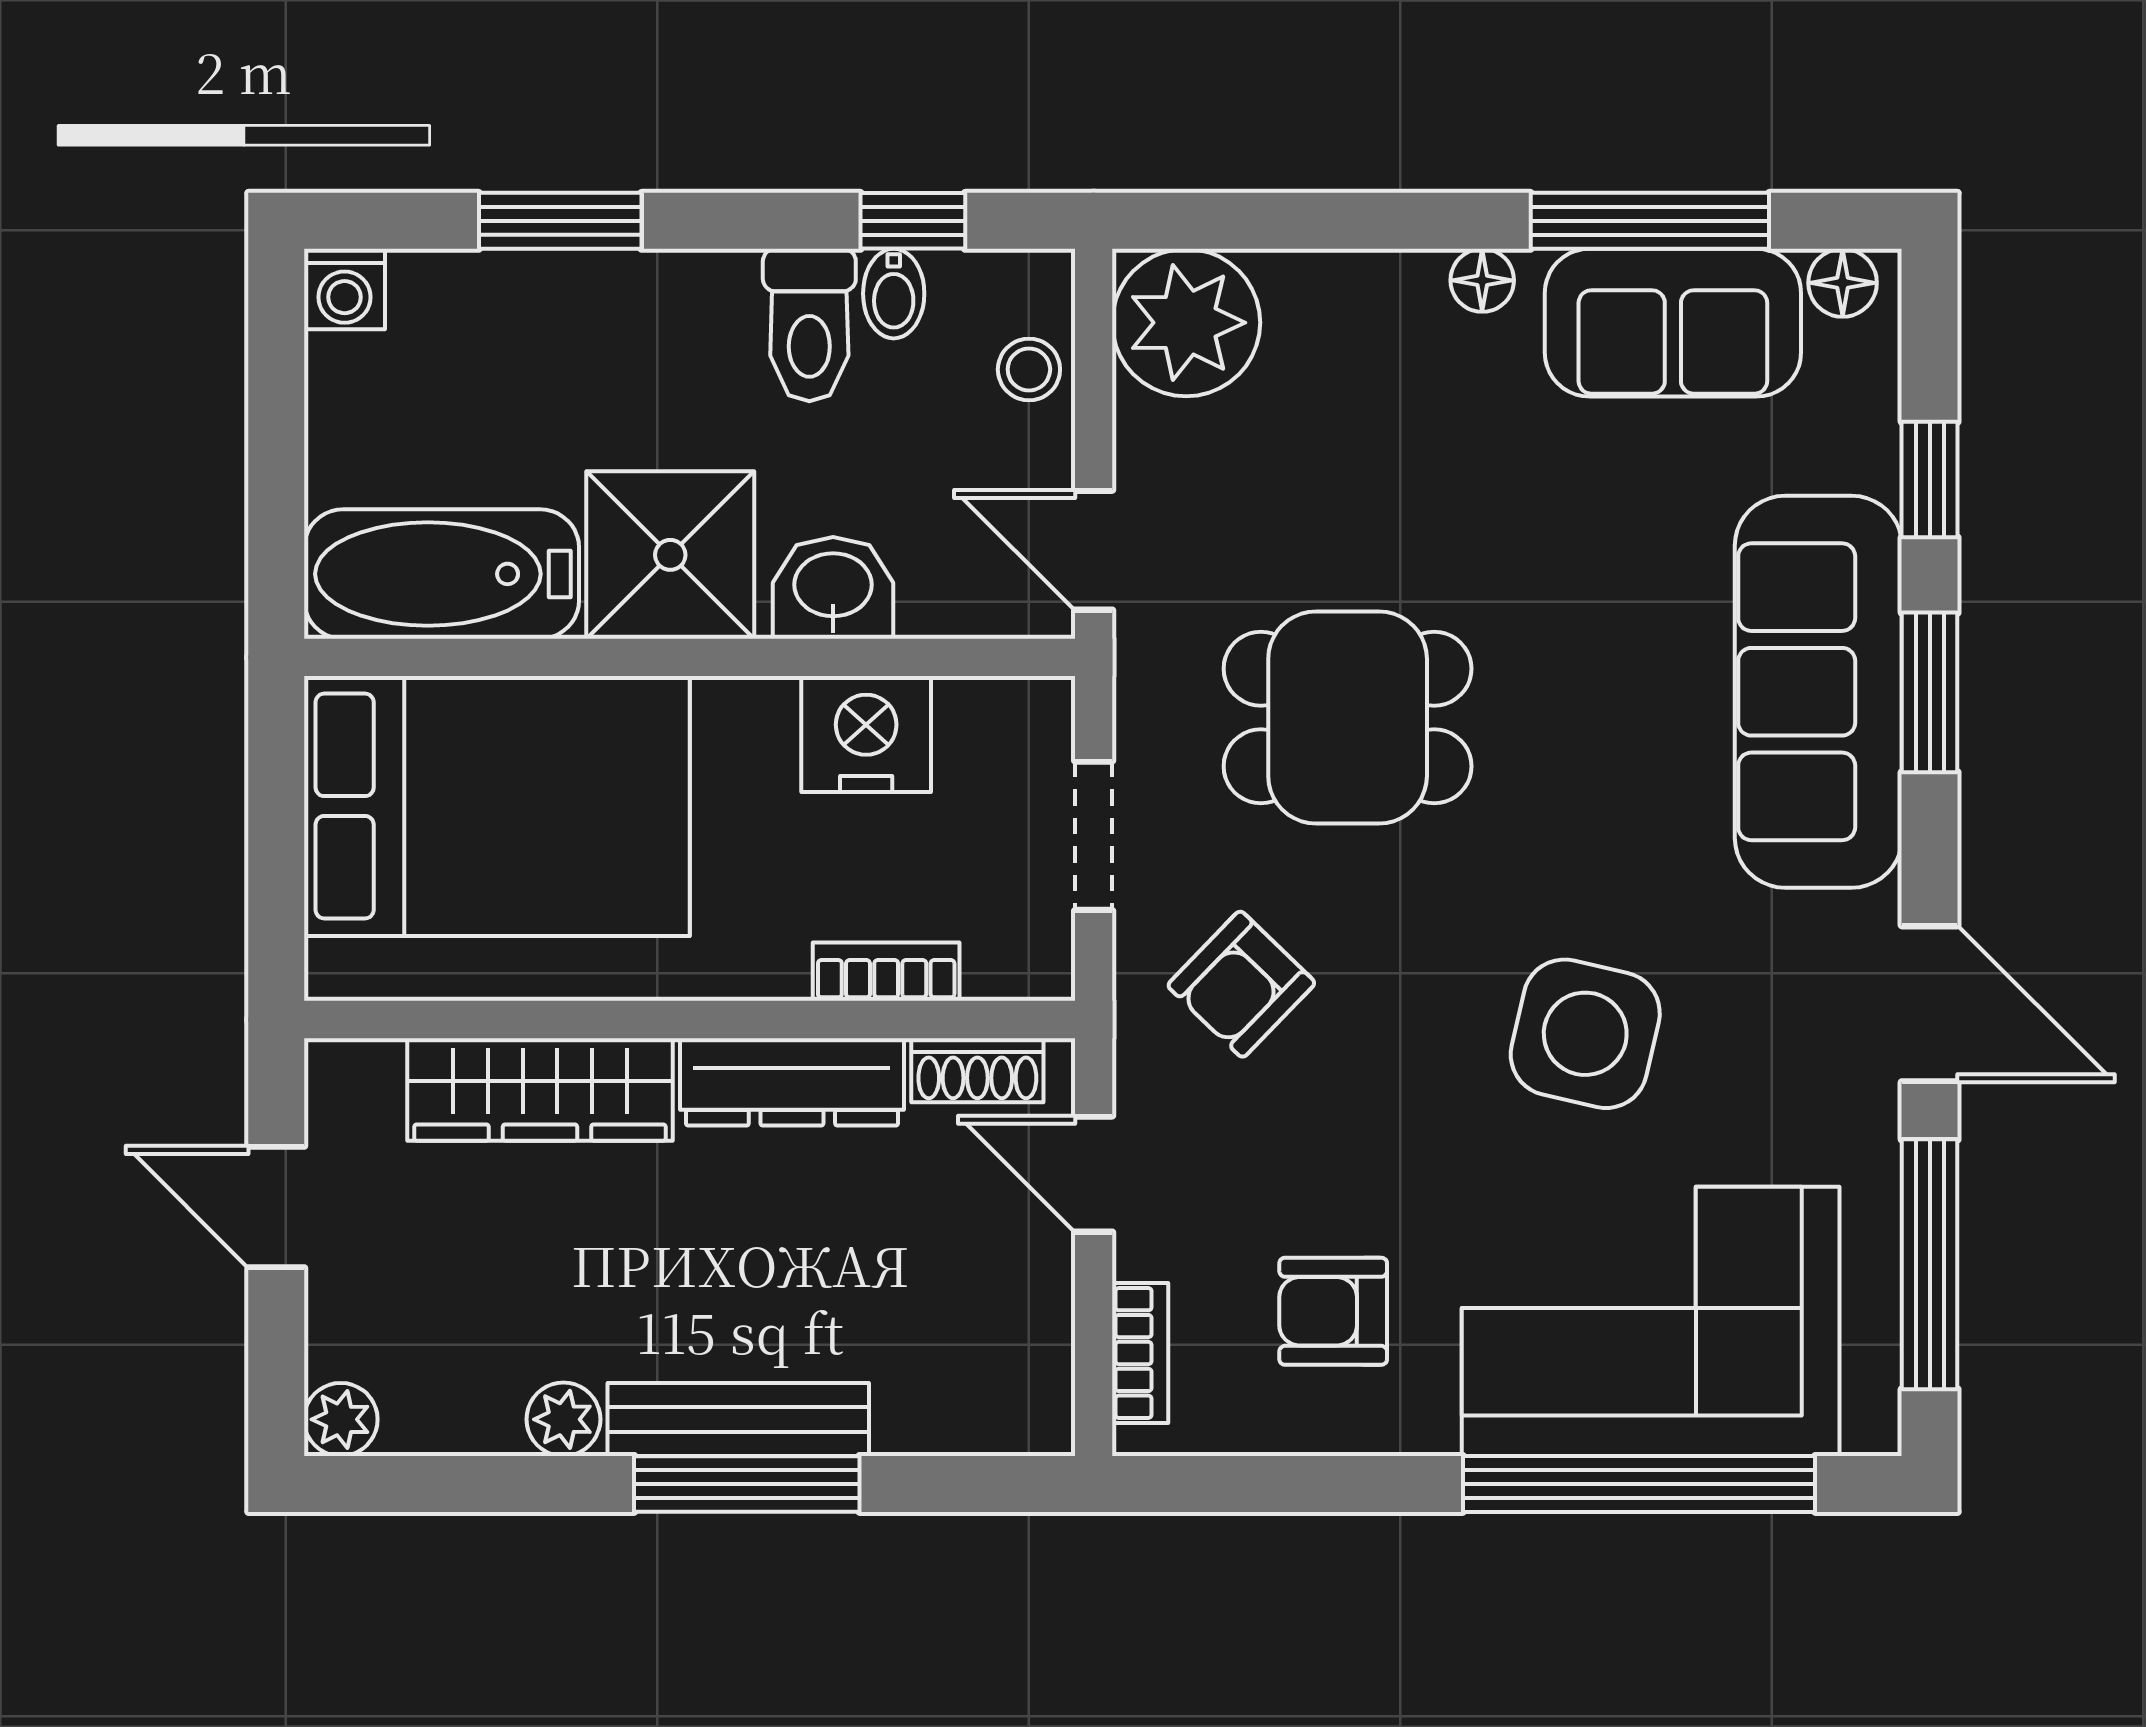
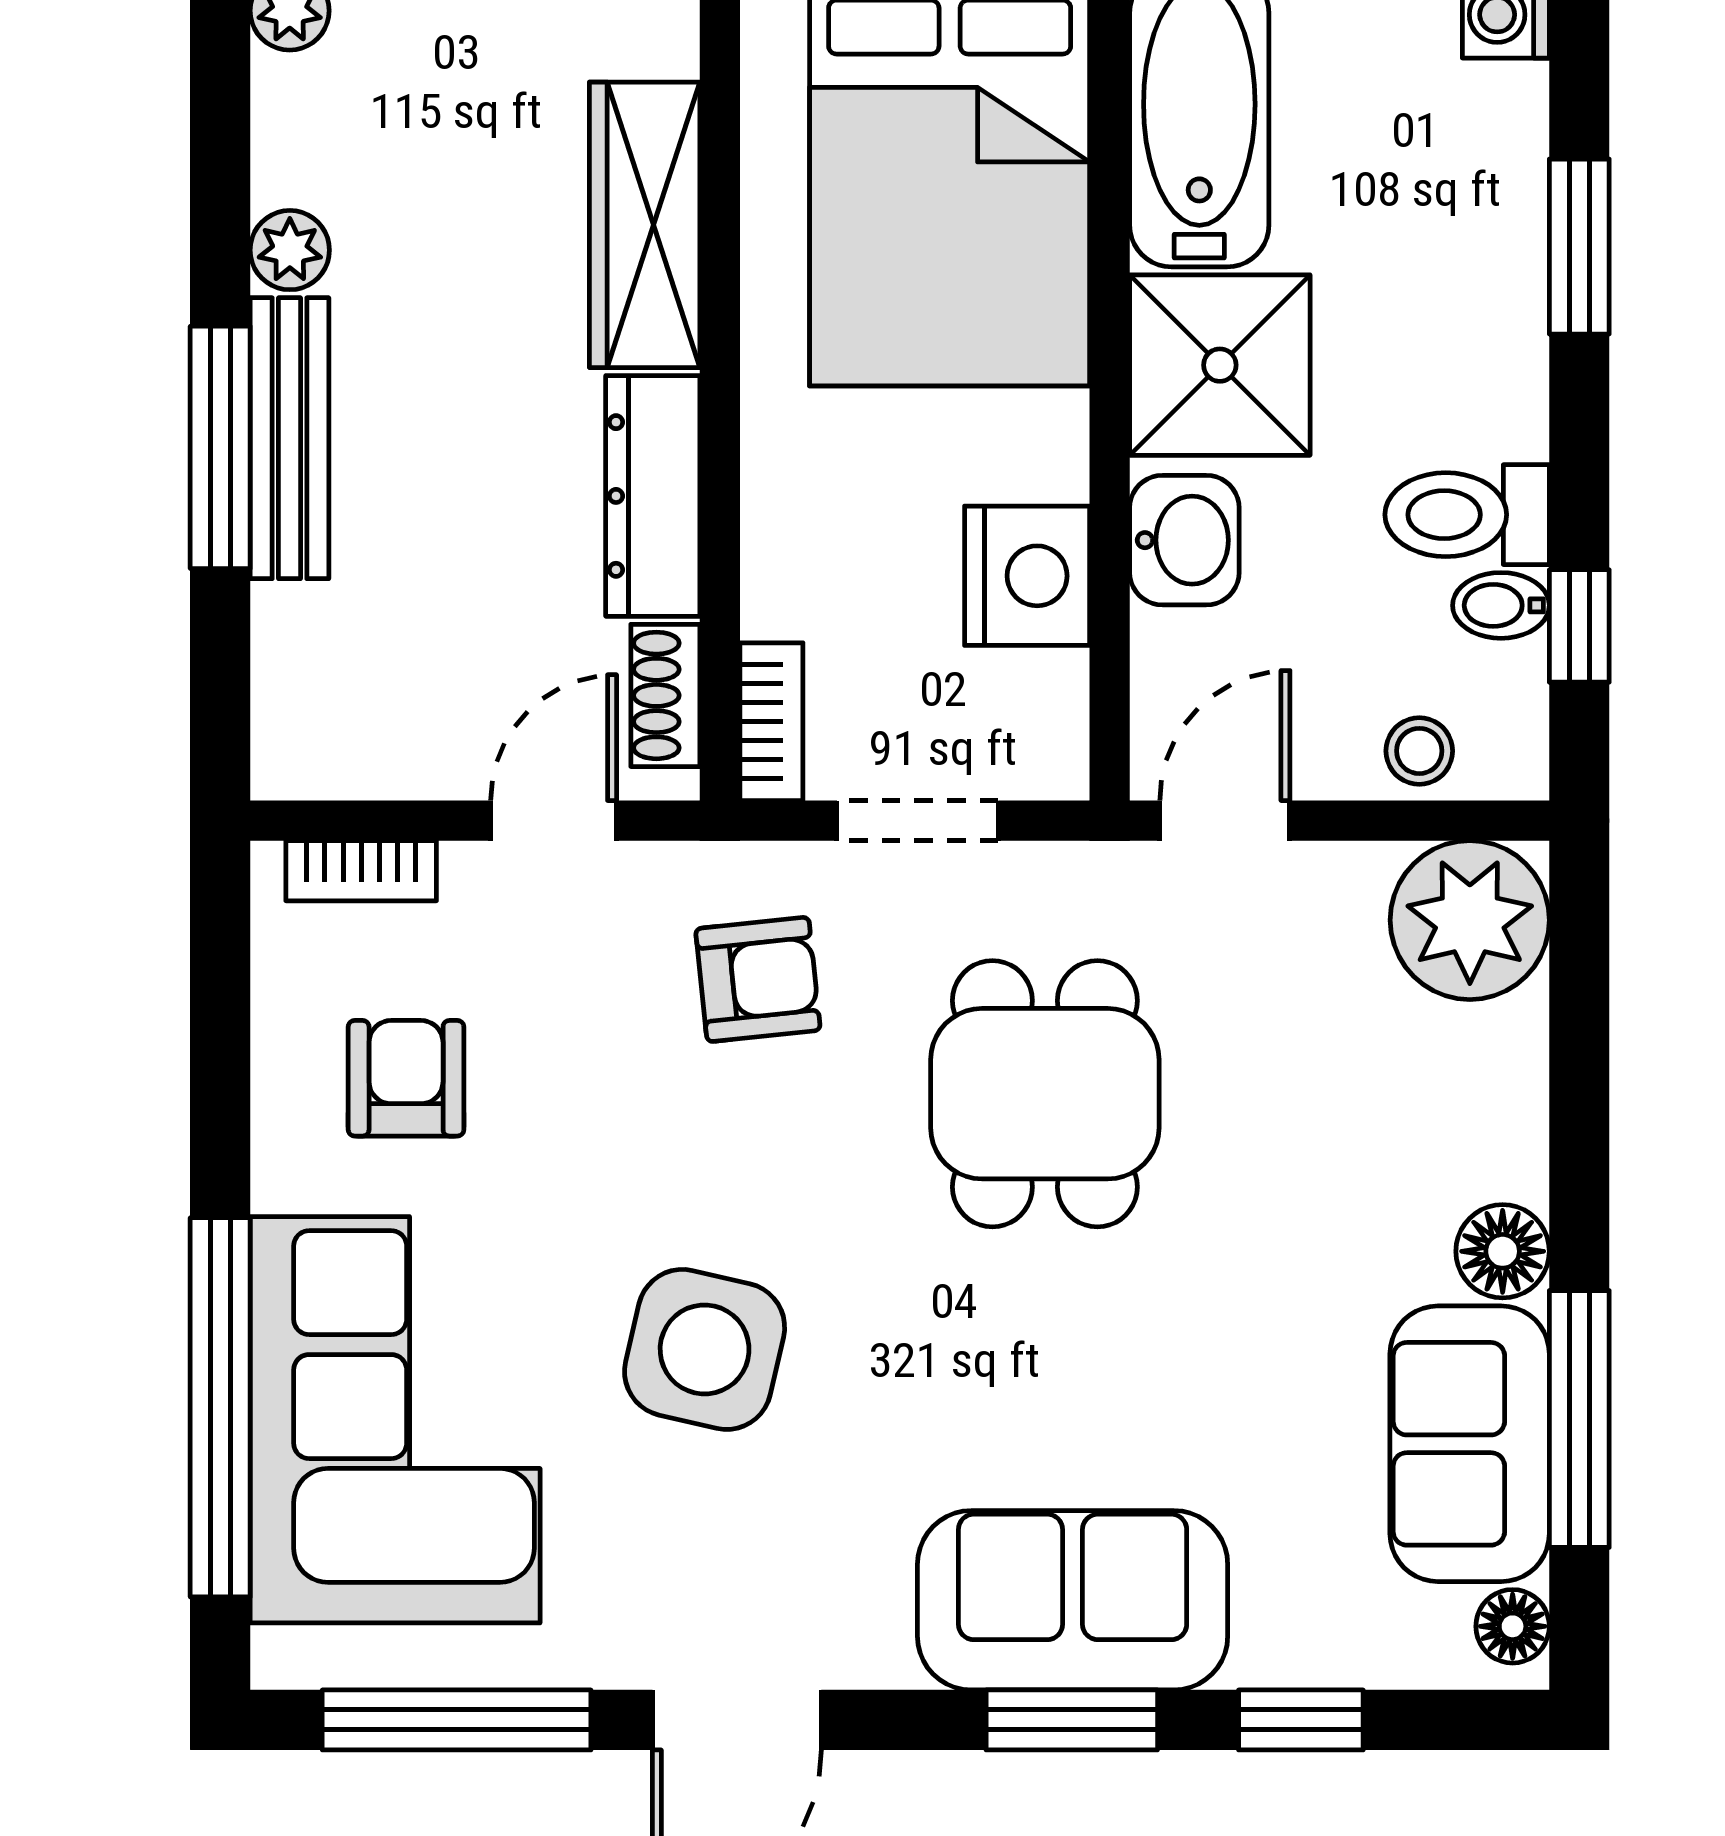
floor lamp: (1482, 280) -> (1503, 1251), width x1.37, depth x1.37
sofa: (1818, 692) -> (1073, 1600), width x0.73
bookcase: (886, 972) -> (771, 722), moved
armchair: (1241, 984) -> (758, 979), turned 130

